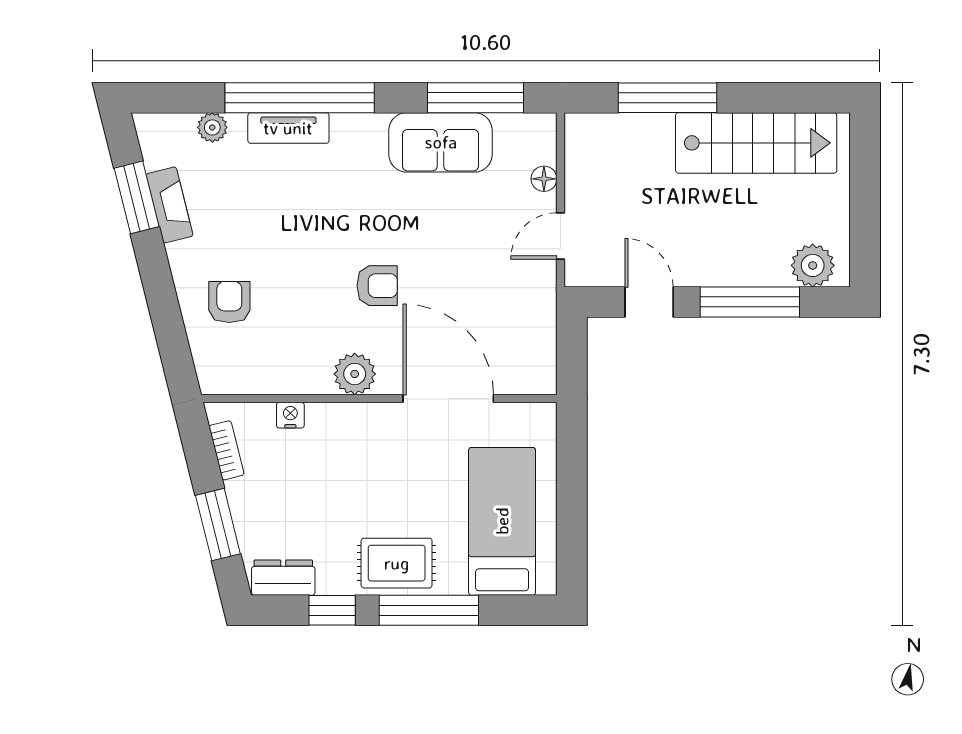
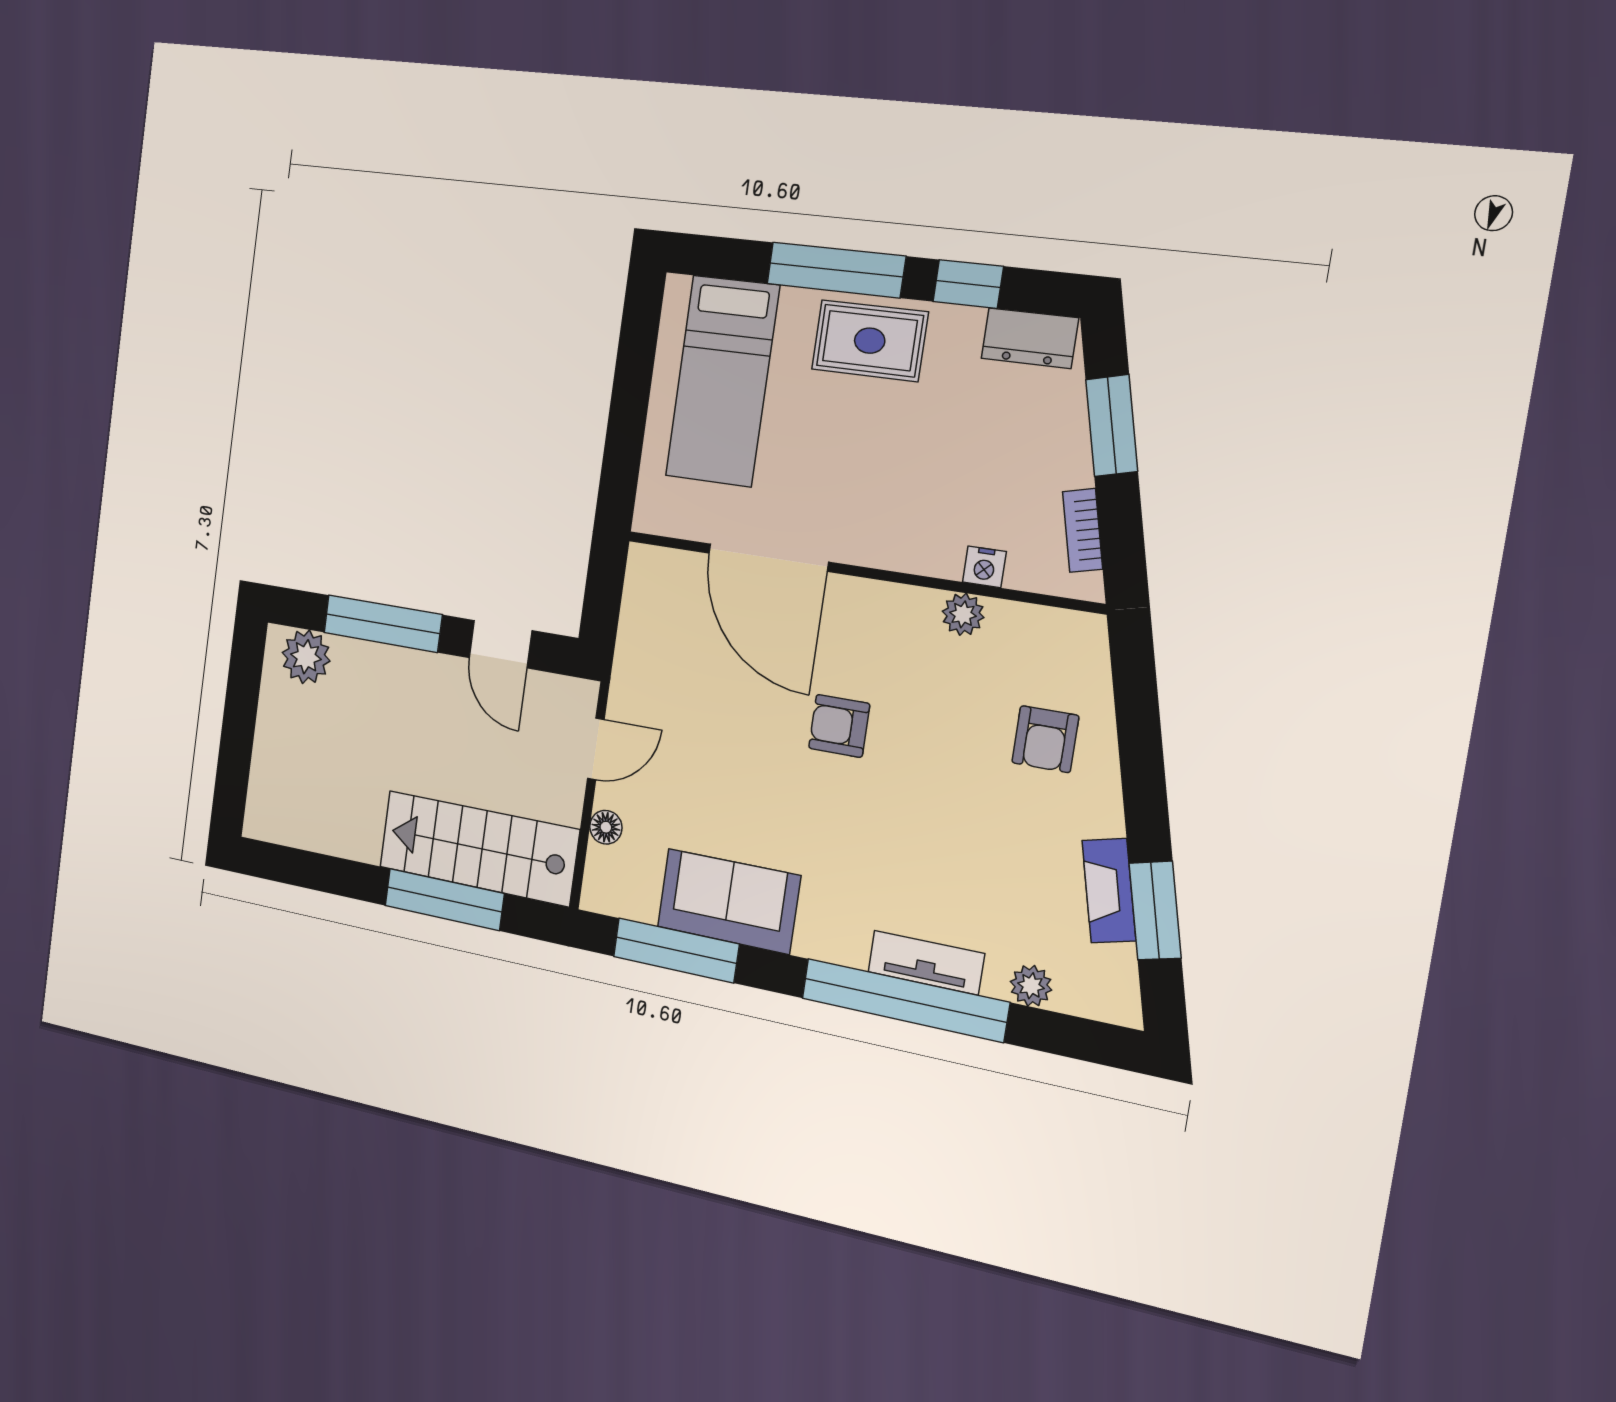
stairs: (756, 143) -> (478, 848), moved
plant: (355, 374) -> (963, 614), moved, width x0.73, depth x0.73

